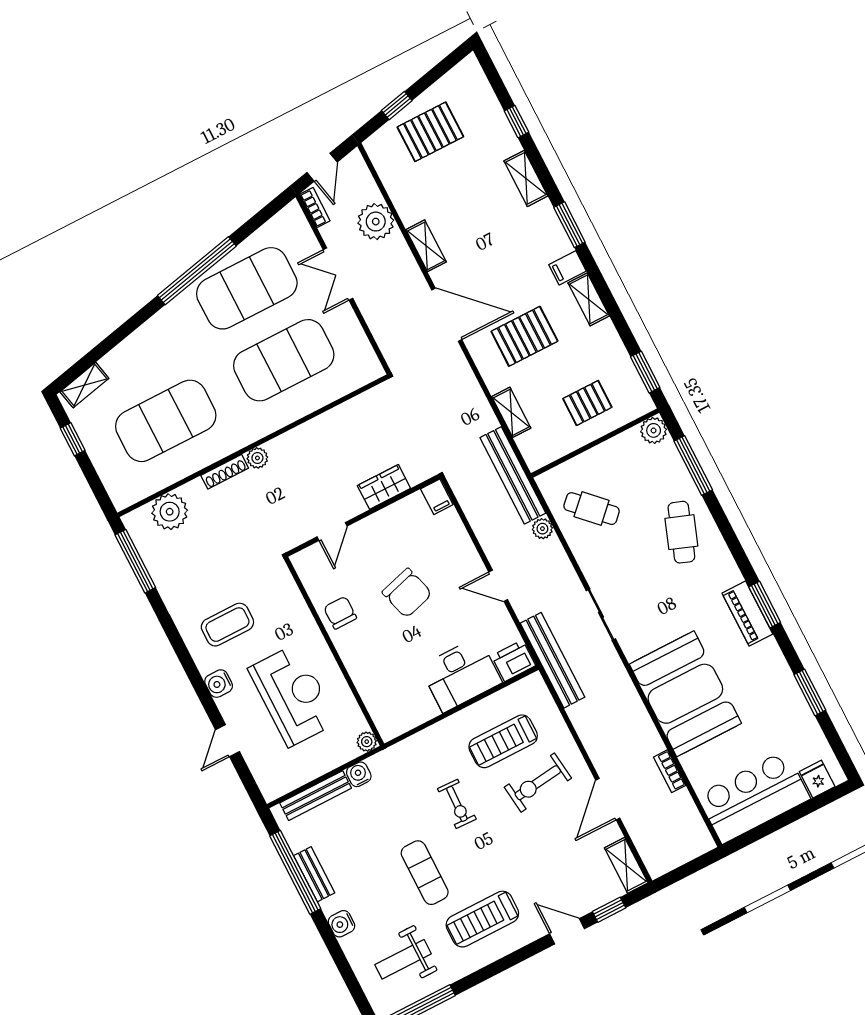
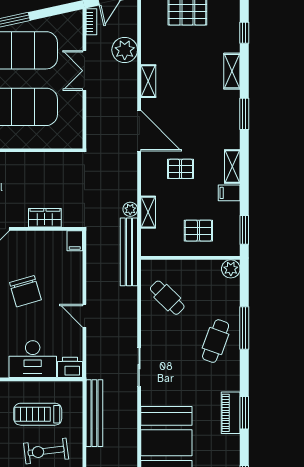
filing cabinet: (567, 268) -> (229, 193), moved
pallet: (524, 336) -> (181, 169), width x0.67, depth x0.71
window: (693, 466) -> (244, 328), moved
plant: (542, 529) -> (130, 209), moved
bench: (552, 660) -> (94, 413), moved

